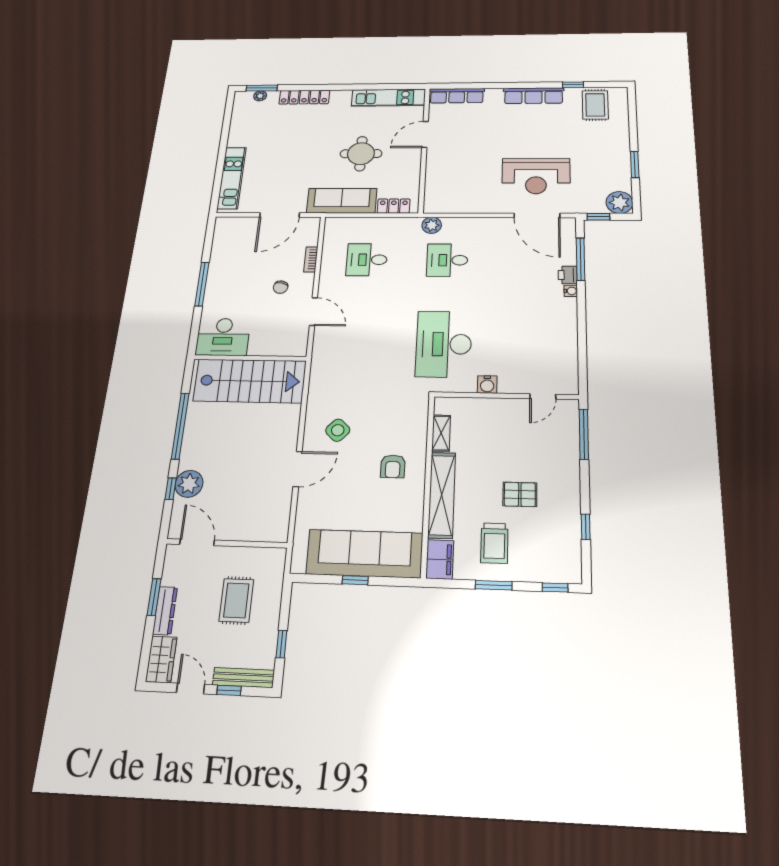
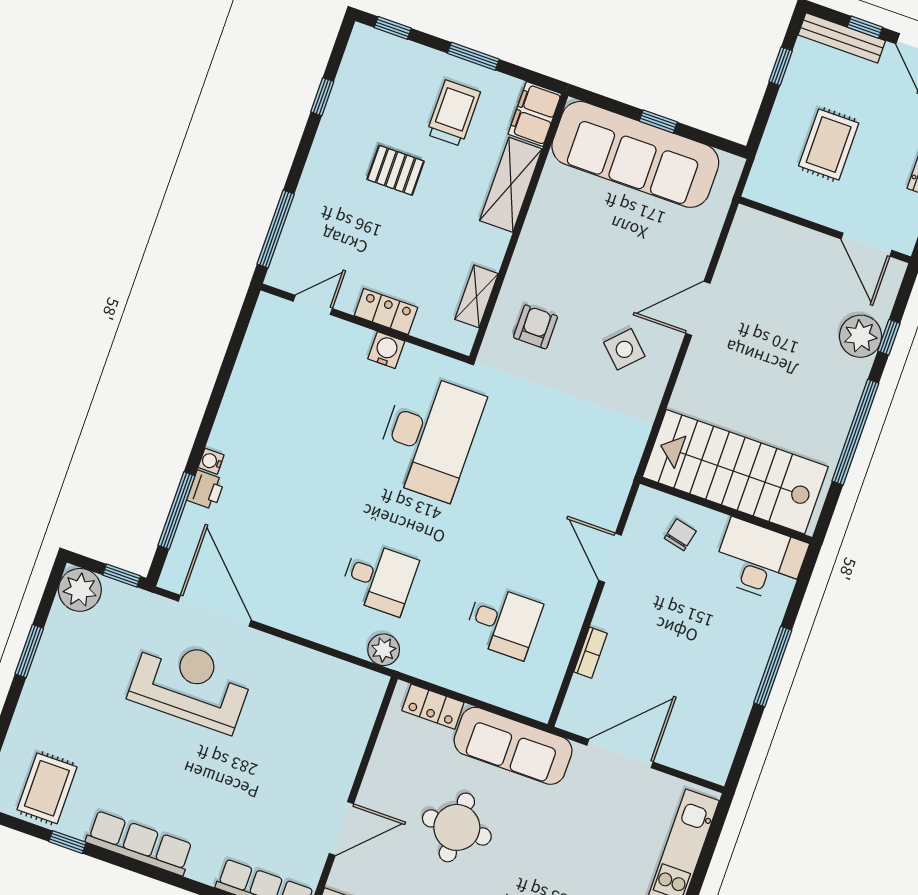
chair: (281, 287) -> (680, 535), moved
locker: (495, 407) -> (386, 312), added
armchair: (393, 466) -> (535, 327), moved
shelving: (442, 495) -> (511, 185), width x0.68

